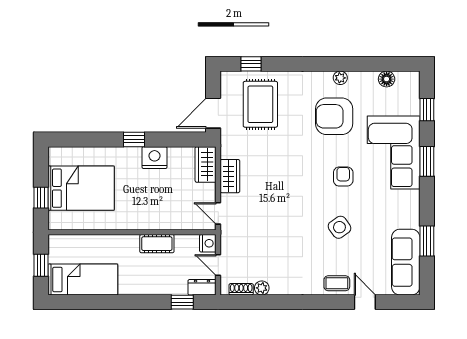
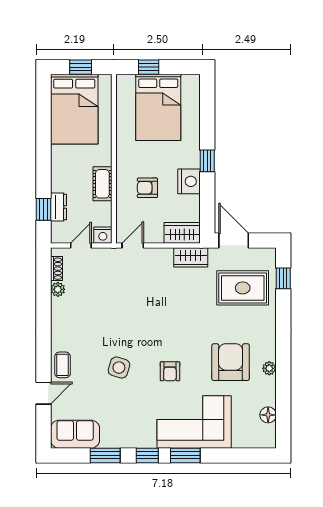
window: (427, 110) -> (147, 455), moved
wardrobe: (230, 176) -> (191, 257), moved
armchair: (343, 177) -> (170, 371), turned 90
armchair: (161, 199) -> (147, 188), added
side table: (339, 227) -> (119, 368), turned -38
sofa: (406, 262) -> (75, 434), width x0.73
bed: (83, 279) -> (74, 109), width x1.50
dresser: (202, 287) -> (58, 207), moved

